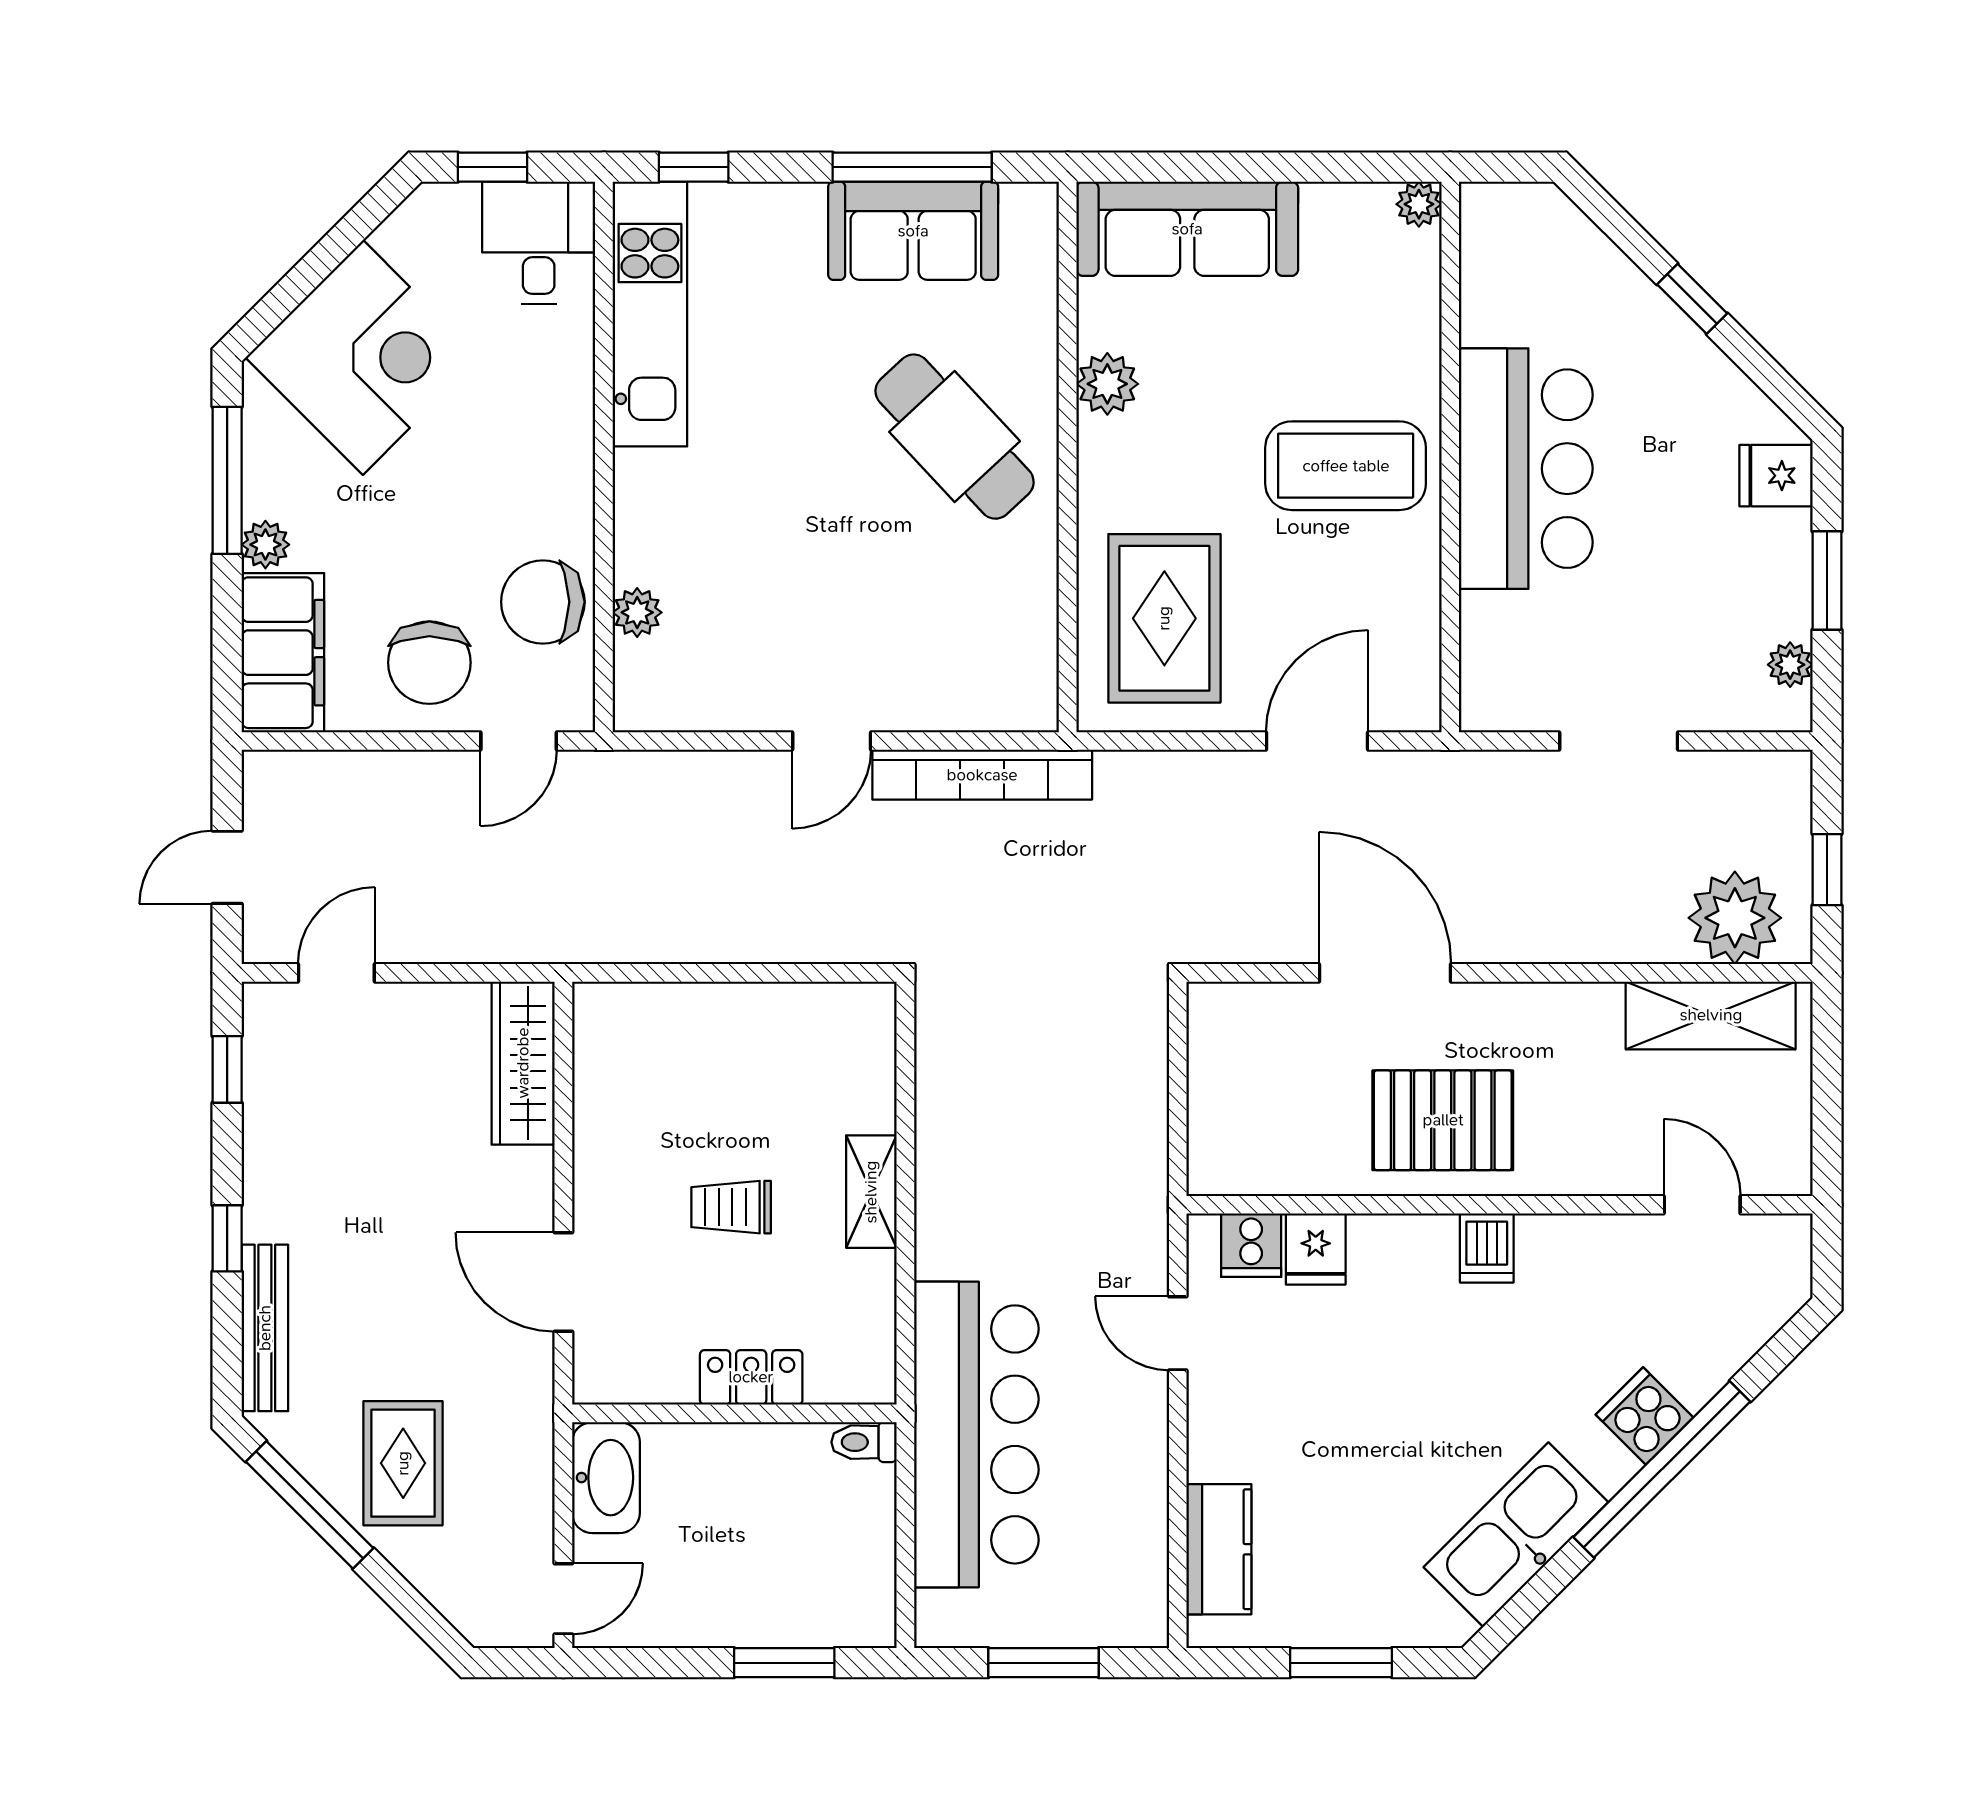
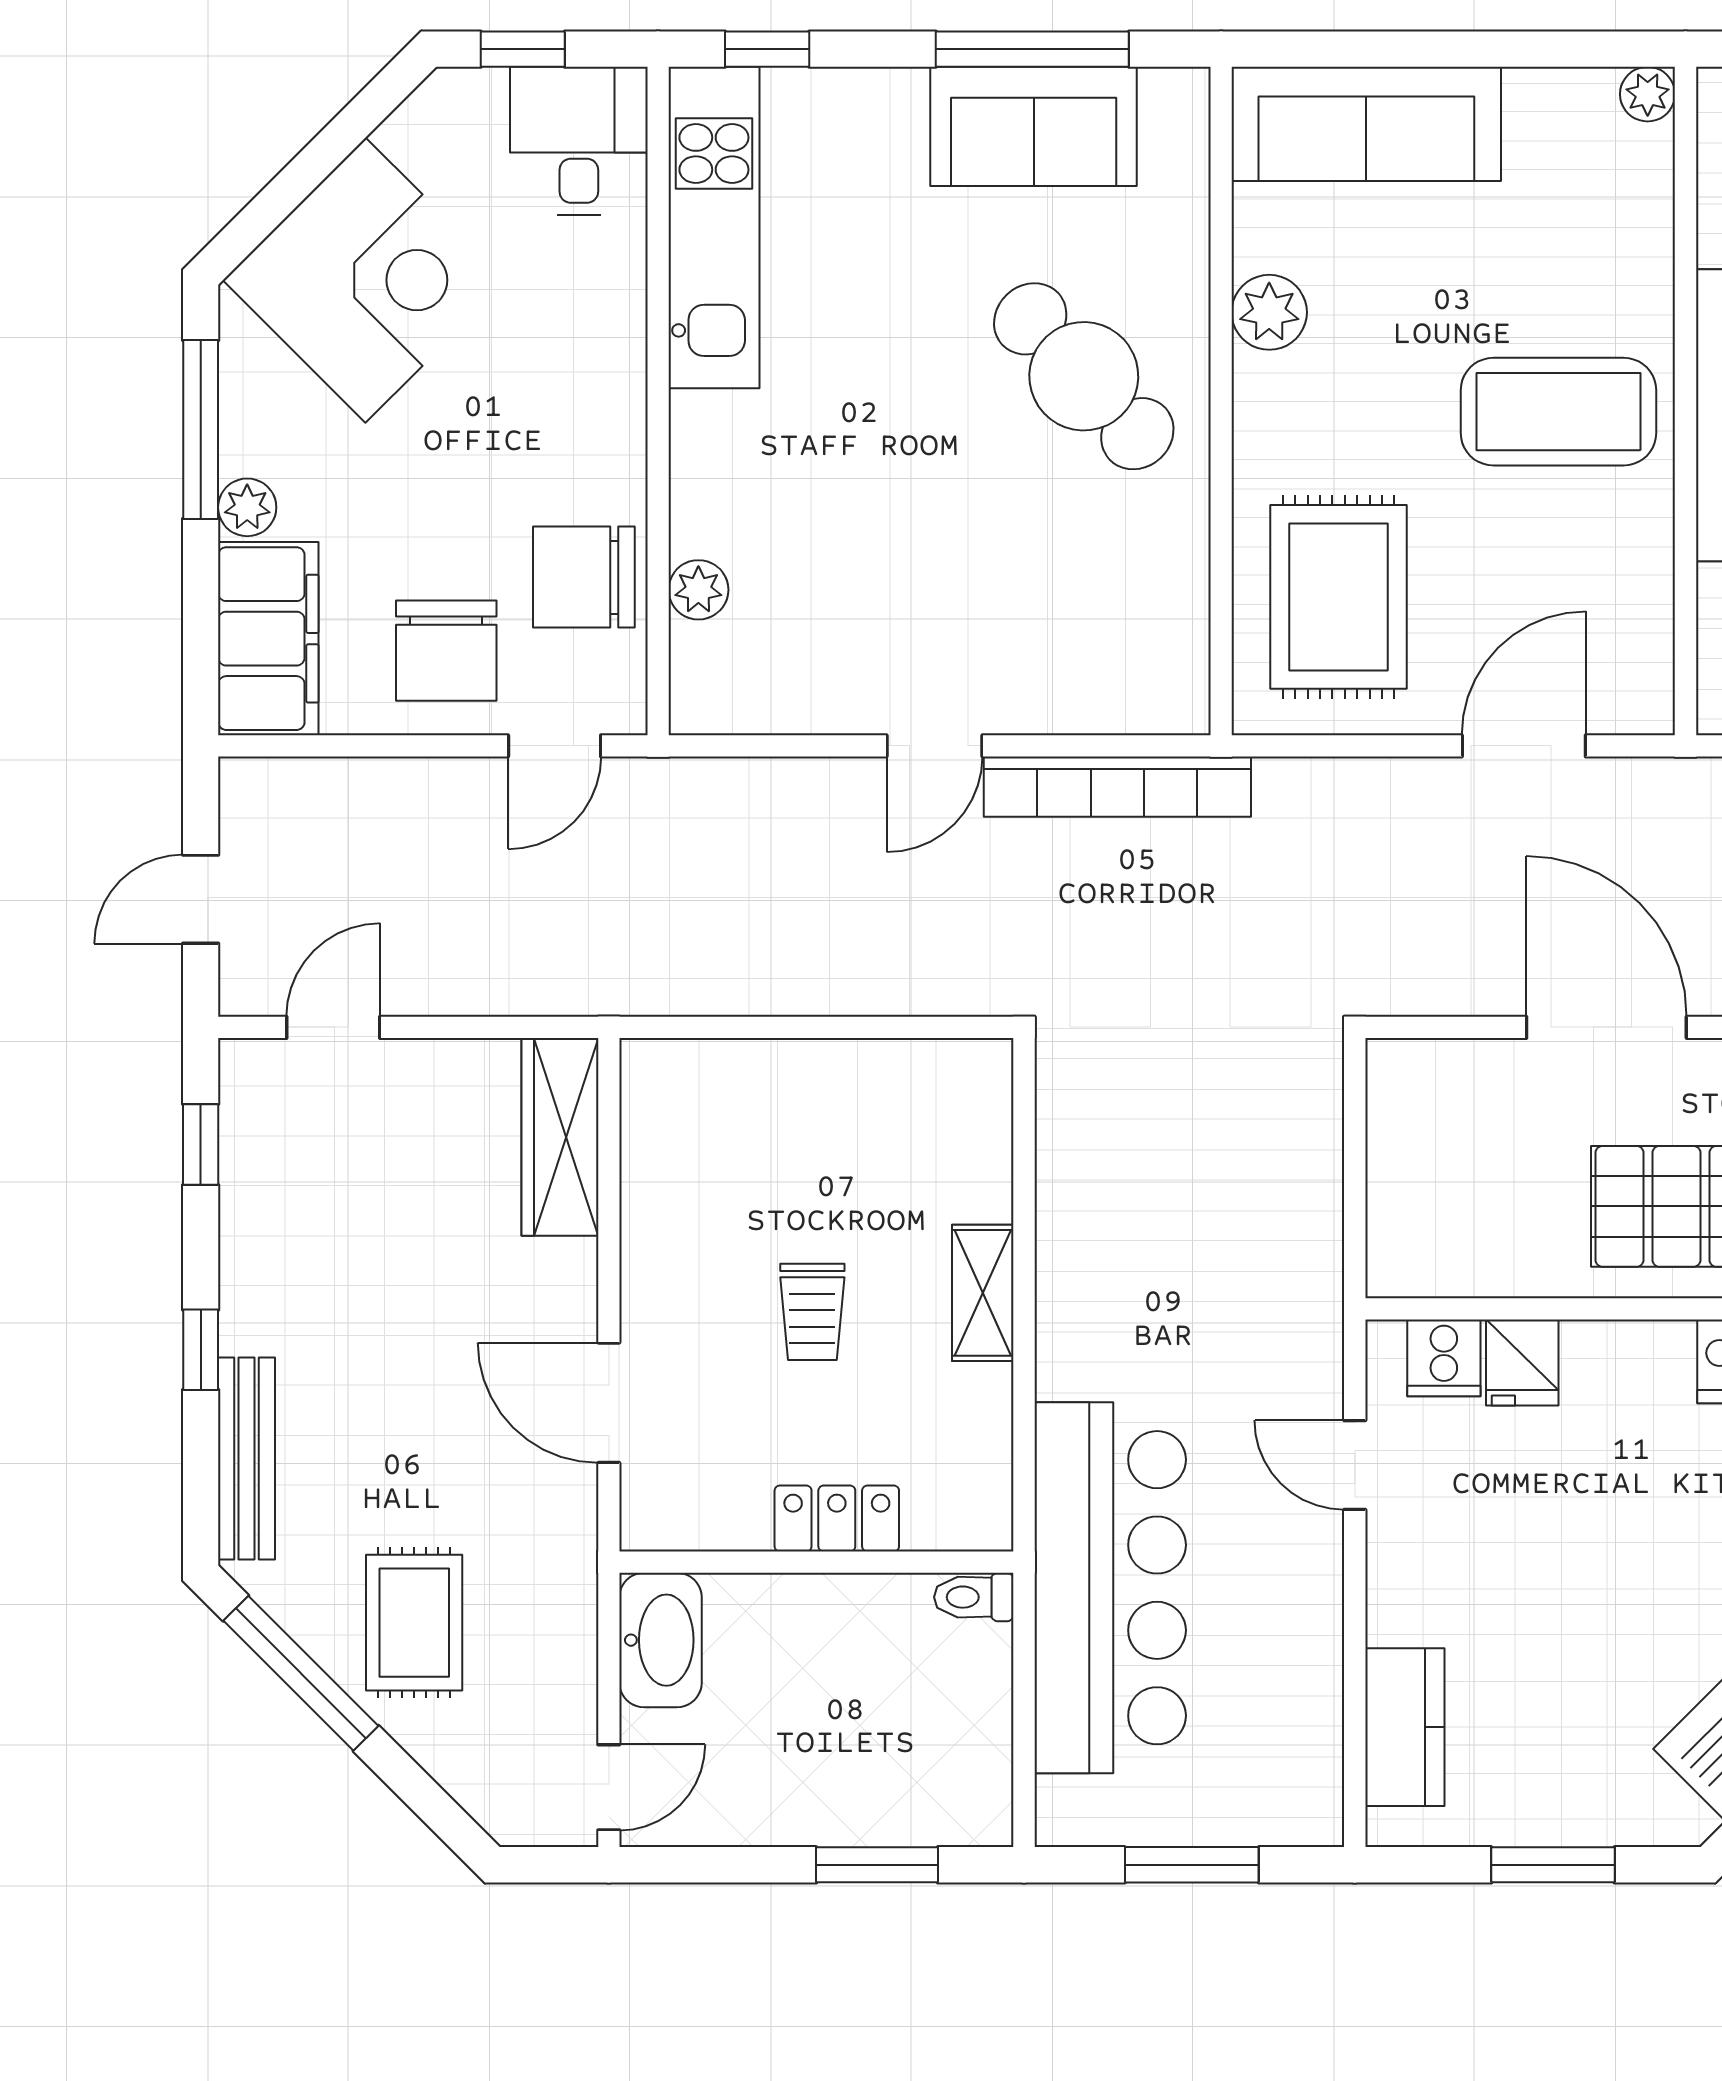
trolley: (731, 1207) -> (812, 1312), turned -90

